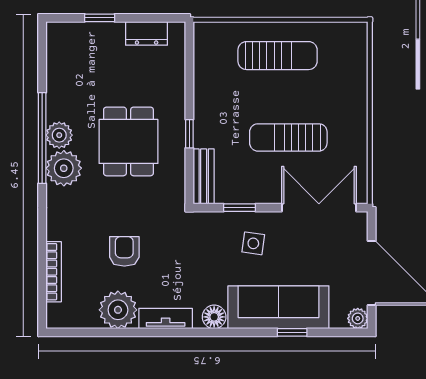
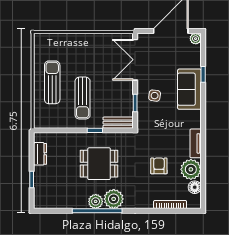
sun lounger: (288, 137) -> (83, 98), moved
armchair: (124, 251) -> (159, 166), turned 90
sofa: (278, 307) -> (189, 89), width x0.73
floor lamp: (214, 317) -> (195, 187), moved

